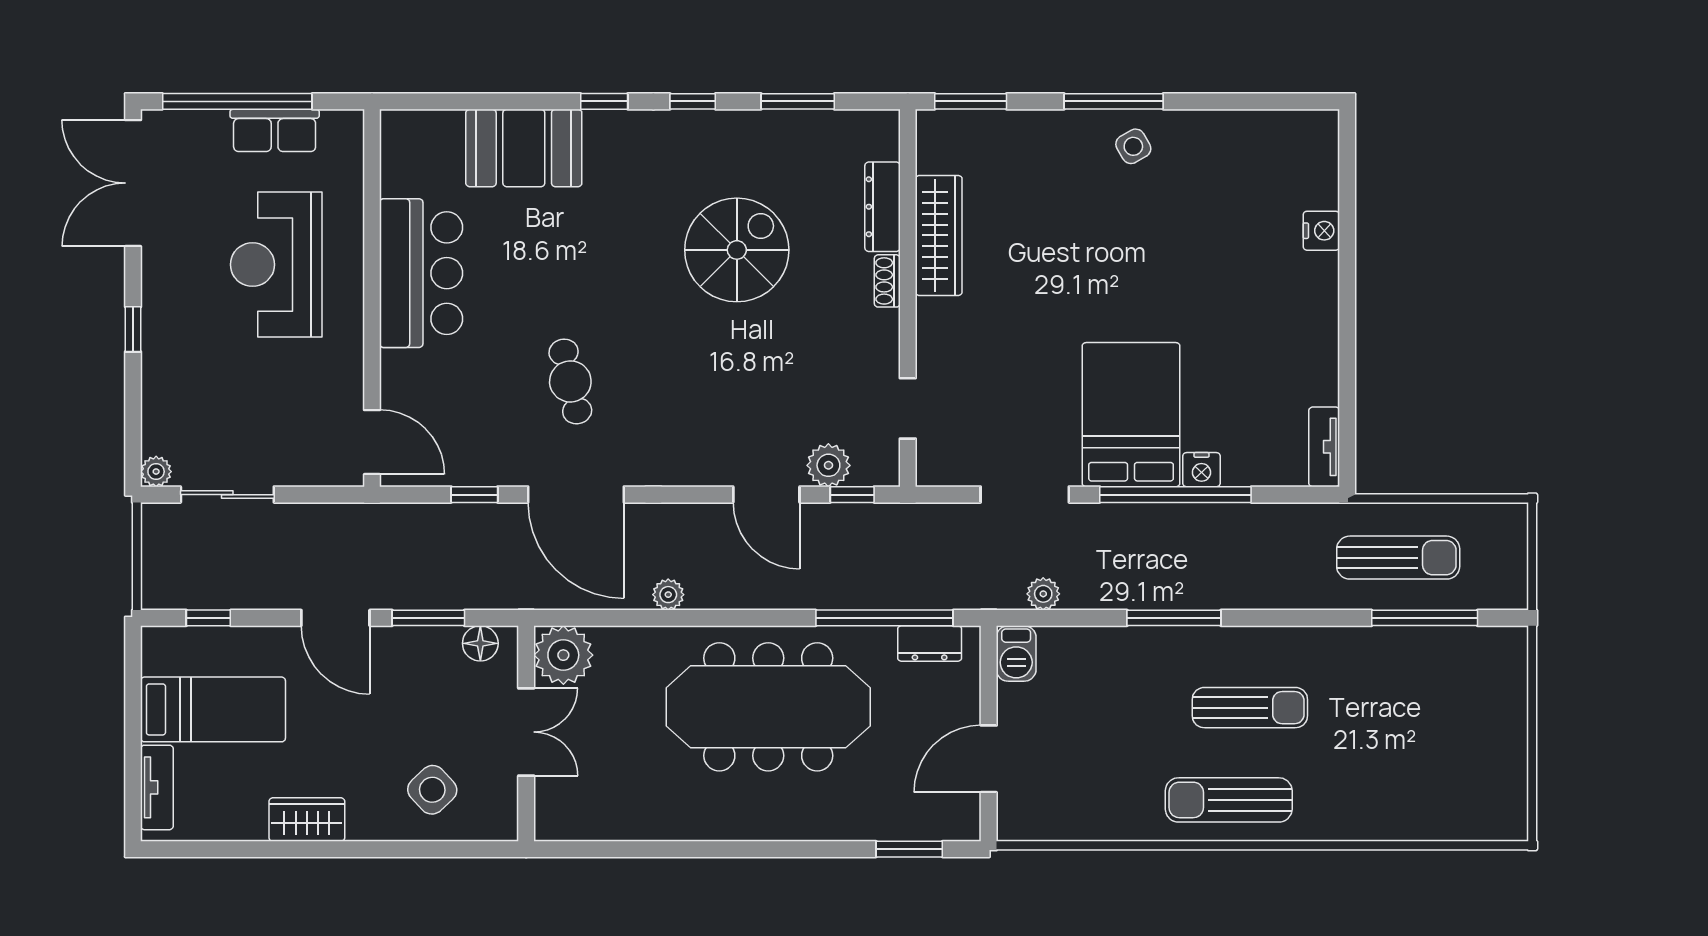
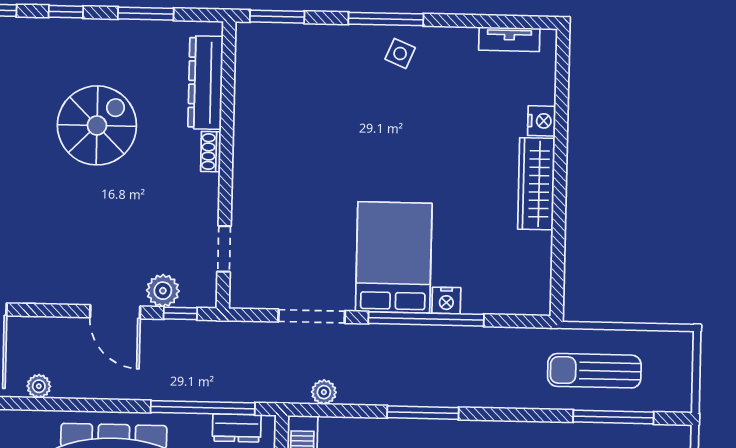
side table: (1133, 146) -> (400, 53), turned -37
dresser: (882, 207) -> (205, 83), width x1.37, depth x1.24
wardrobe: (939, 235) -> (536, 184), moved, turned 180
tv unit: (1324, 447) -> (509, 39), moved, turned -90
sun lounger: (1398, 558) -> (594, 371), turned 180

